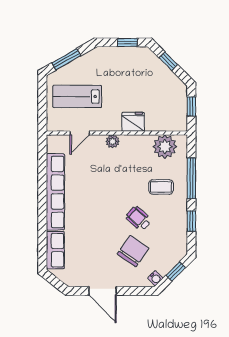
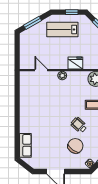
lab bench: (77, 96) -> (62, 29), moved
door: (80, 133) -> (41, 70), swing flipped
row of seats: (55, 192) -> (26, 108), removed

